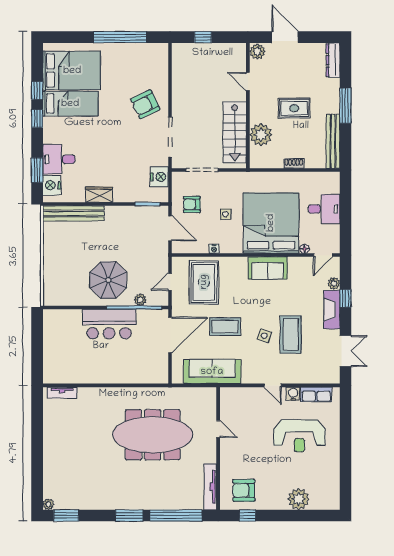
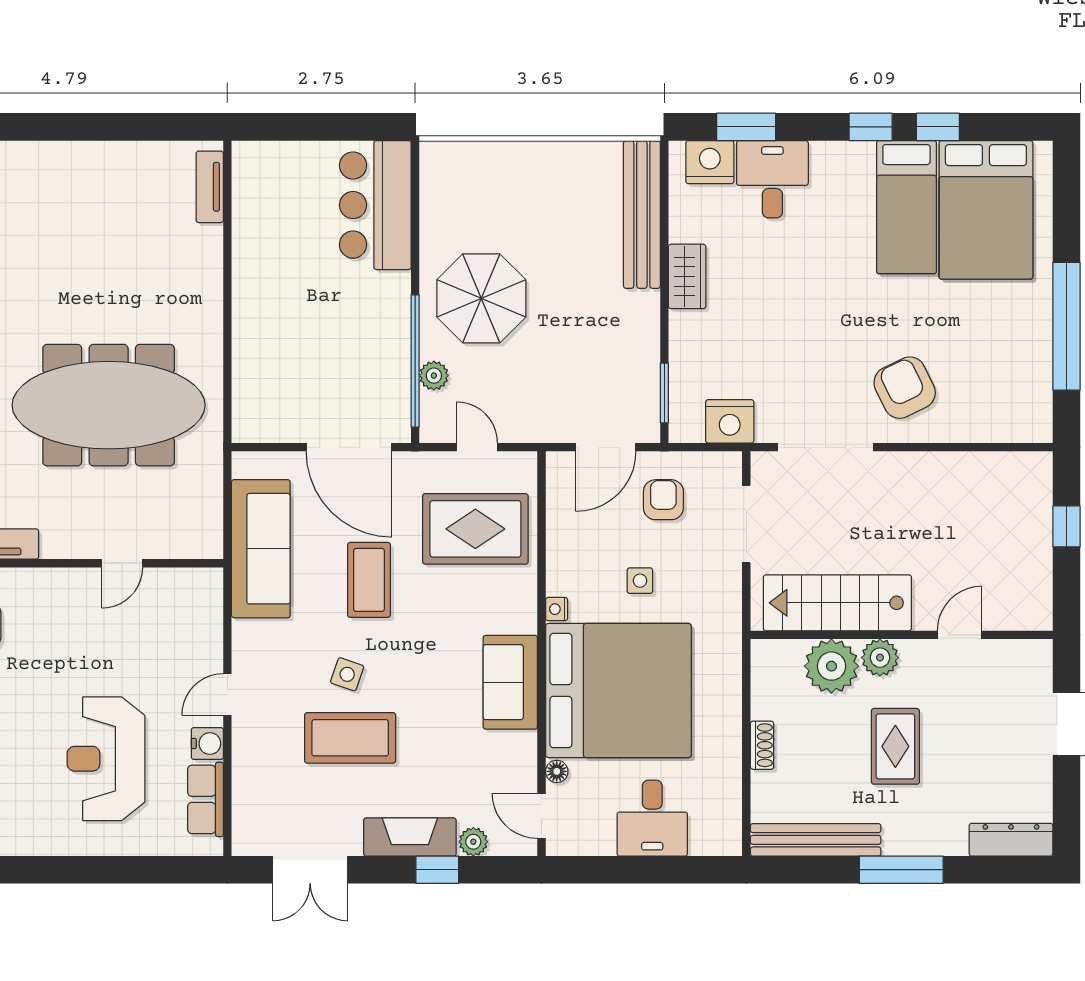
plant: (257, 52) -> (880, 658), moved
nightstand: (214, 249) -> (557, 609), moved
bar counter: (109, 324) -> (375, 205), moved
meeting table: (153, 435) -> (109, 405), turned 90

